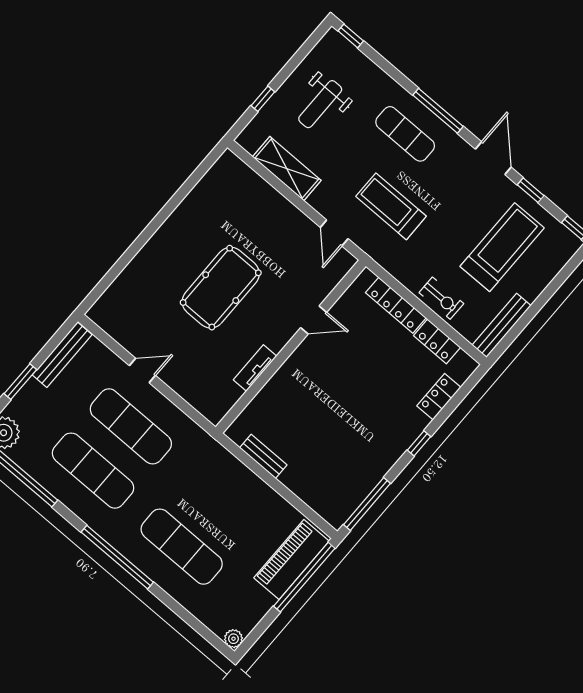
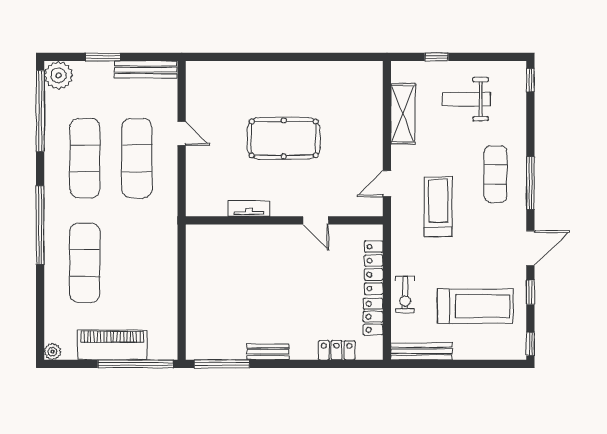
window: (419, 443) -> (293, 364), removed
bench: (263, 456) -> (268, 352), moved, turned 90
piano: (291, 560) -> (112, 345), moved

